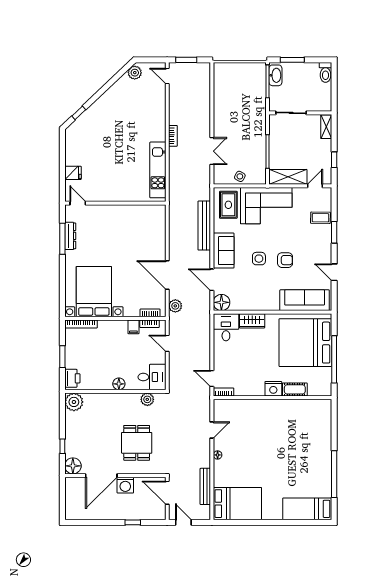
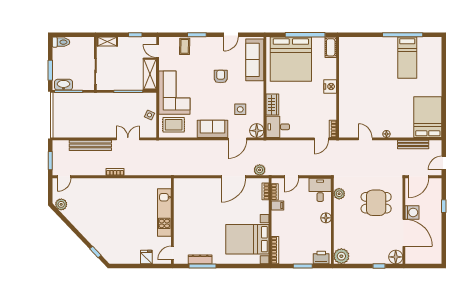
kitchen unit: (158, 170) -> (164, 212), moved, turned 90
bench: (204, 226) -> (90, 145), moved
side table: (259, 259) -> (240, 109), moved
cot: (295, 389) -> (331, 47), moved
bed: (307, 509) -> (407, 58), moved

